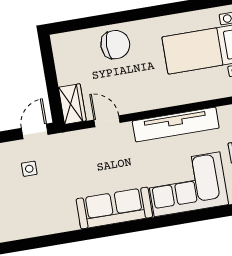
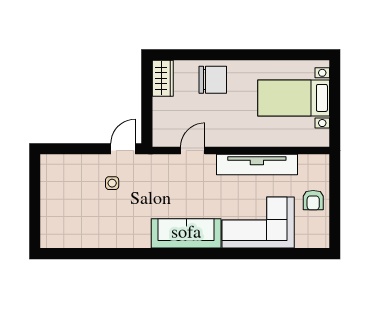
wardrobe: (72, 104) -> (163, 78), moved
door: (107, 121) -> (193, 151), hinge flipped

